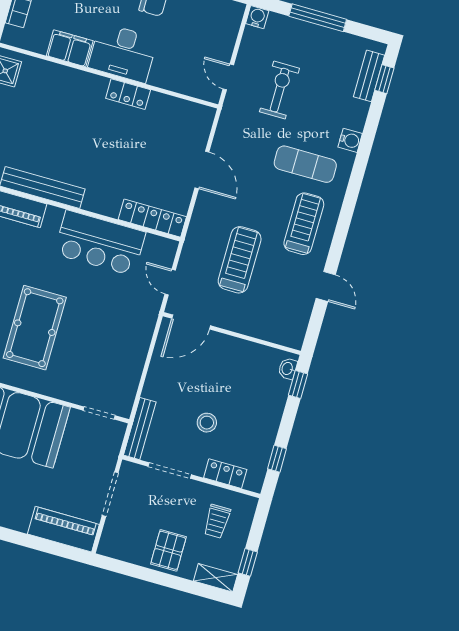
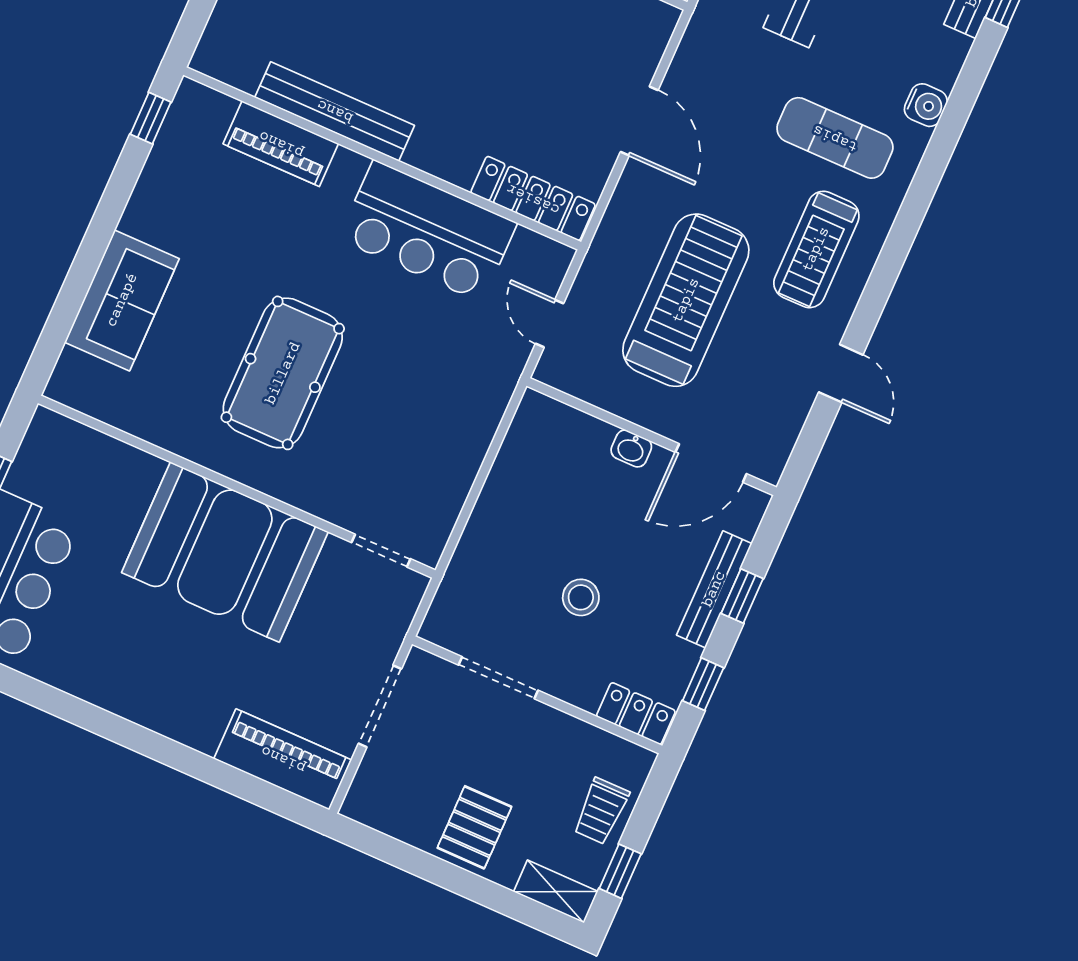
treadmill: (304, 224) -> (816, 249), turned 180
treadmill: (240, 260) -> (686, 300), width x1.37, depth x1.38
door: (191, 322) -> (711, 463), moved
washbasin: (288, 369) -> (631, 449), moved, turned -90
window: (298, 385) -> (742, 596), moved
bench: (140, 429) -> (714, 589), moved
locker: (225, 474) -> (636, 714), moved
trolley: (217, 521) -> (601, 811), moved

